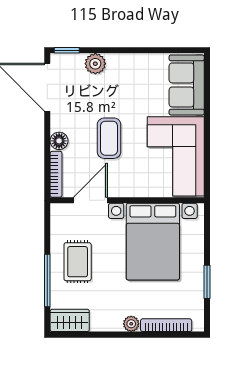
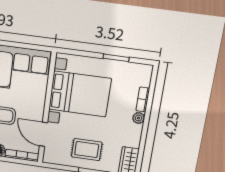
bookcase: (166, 325) -> (143, 99), width x0.64

